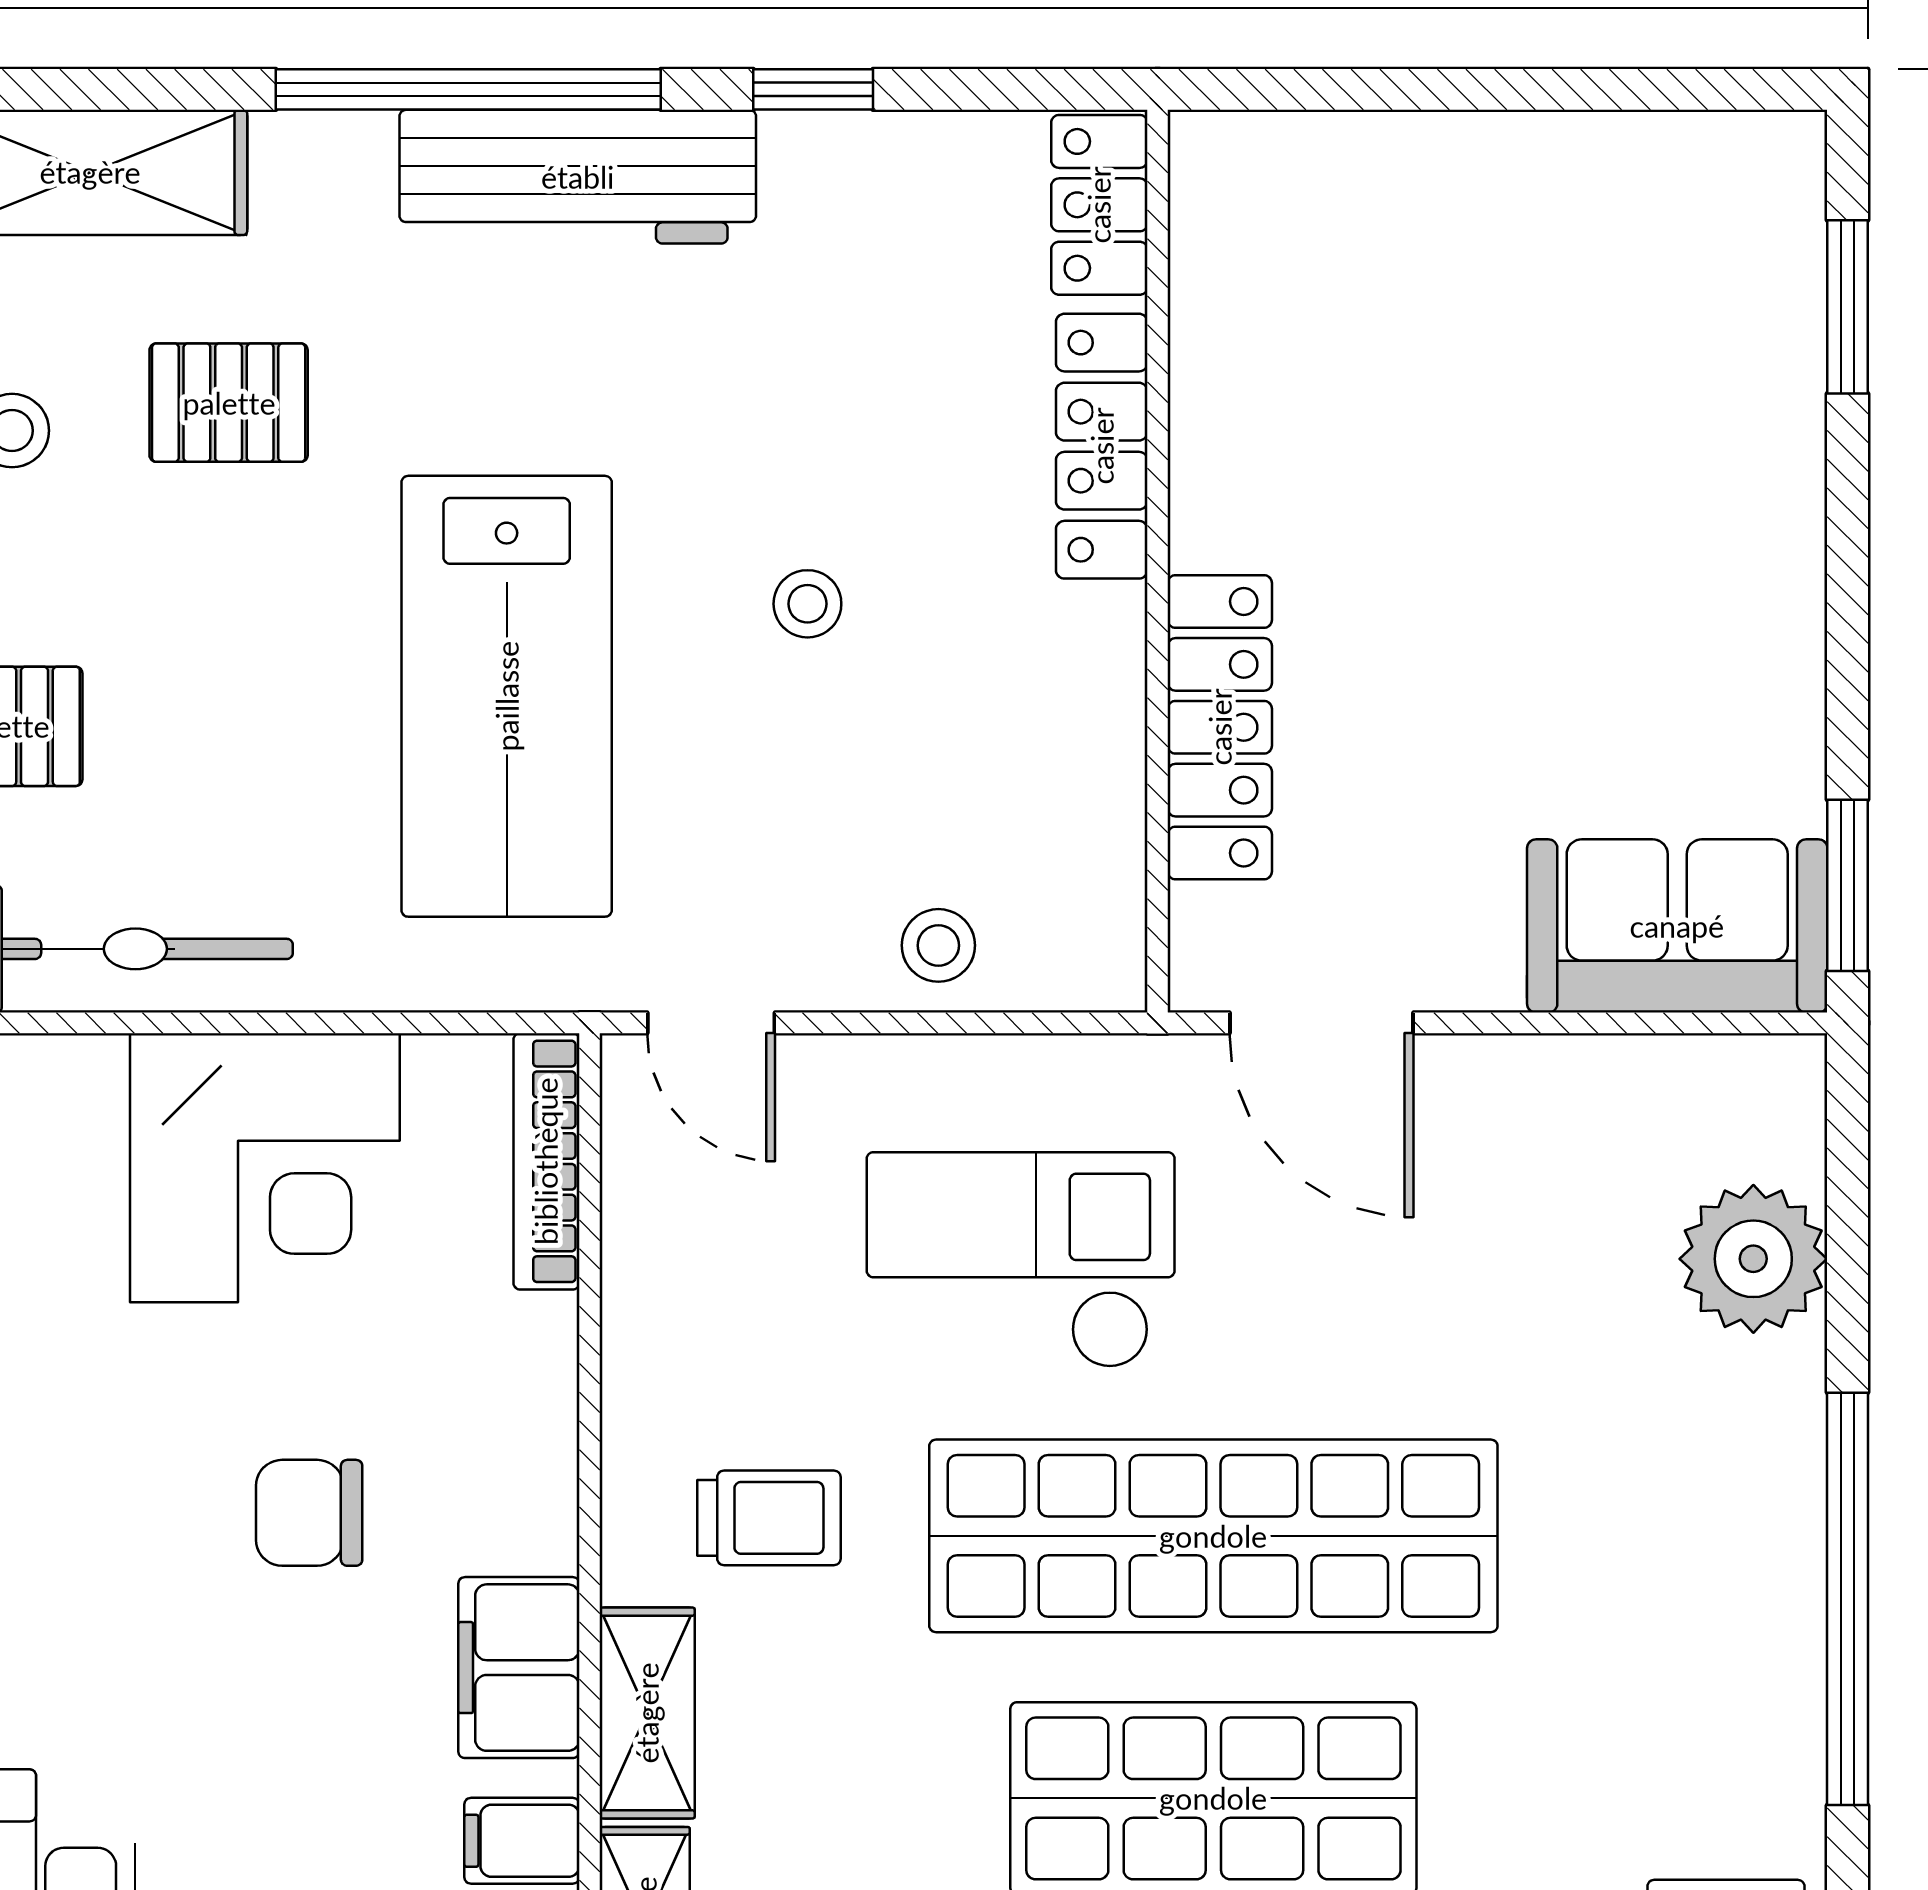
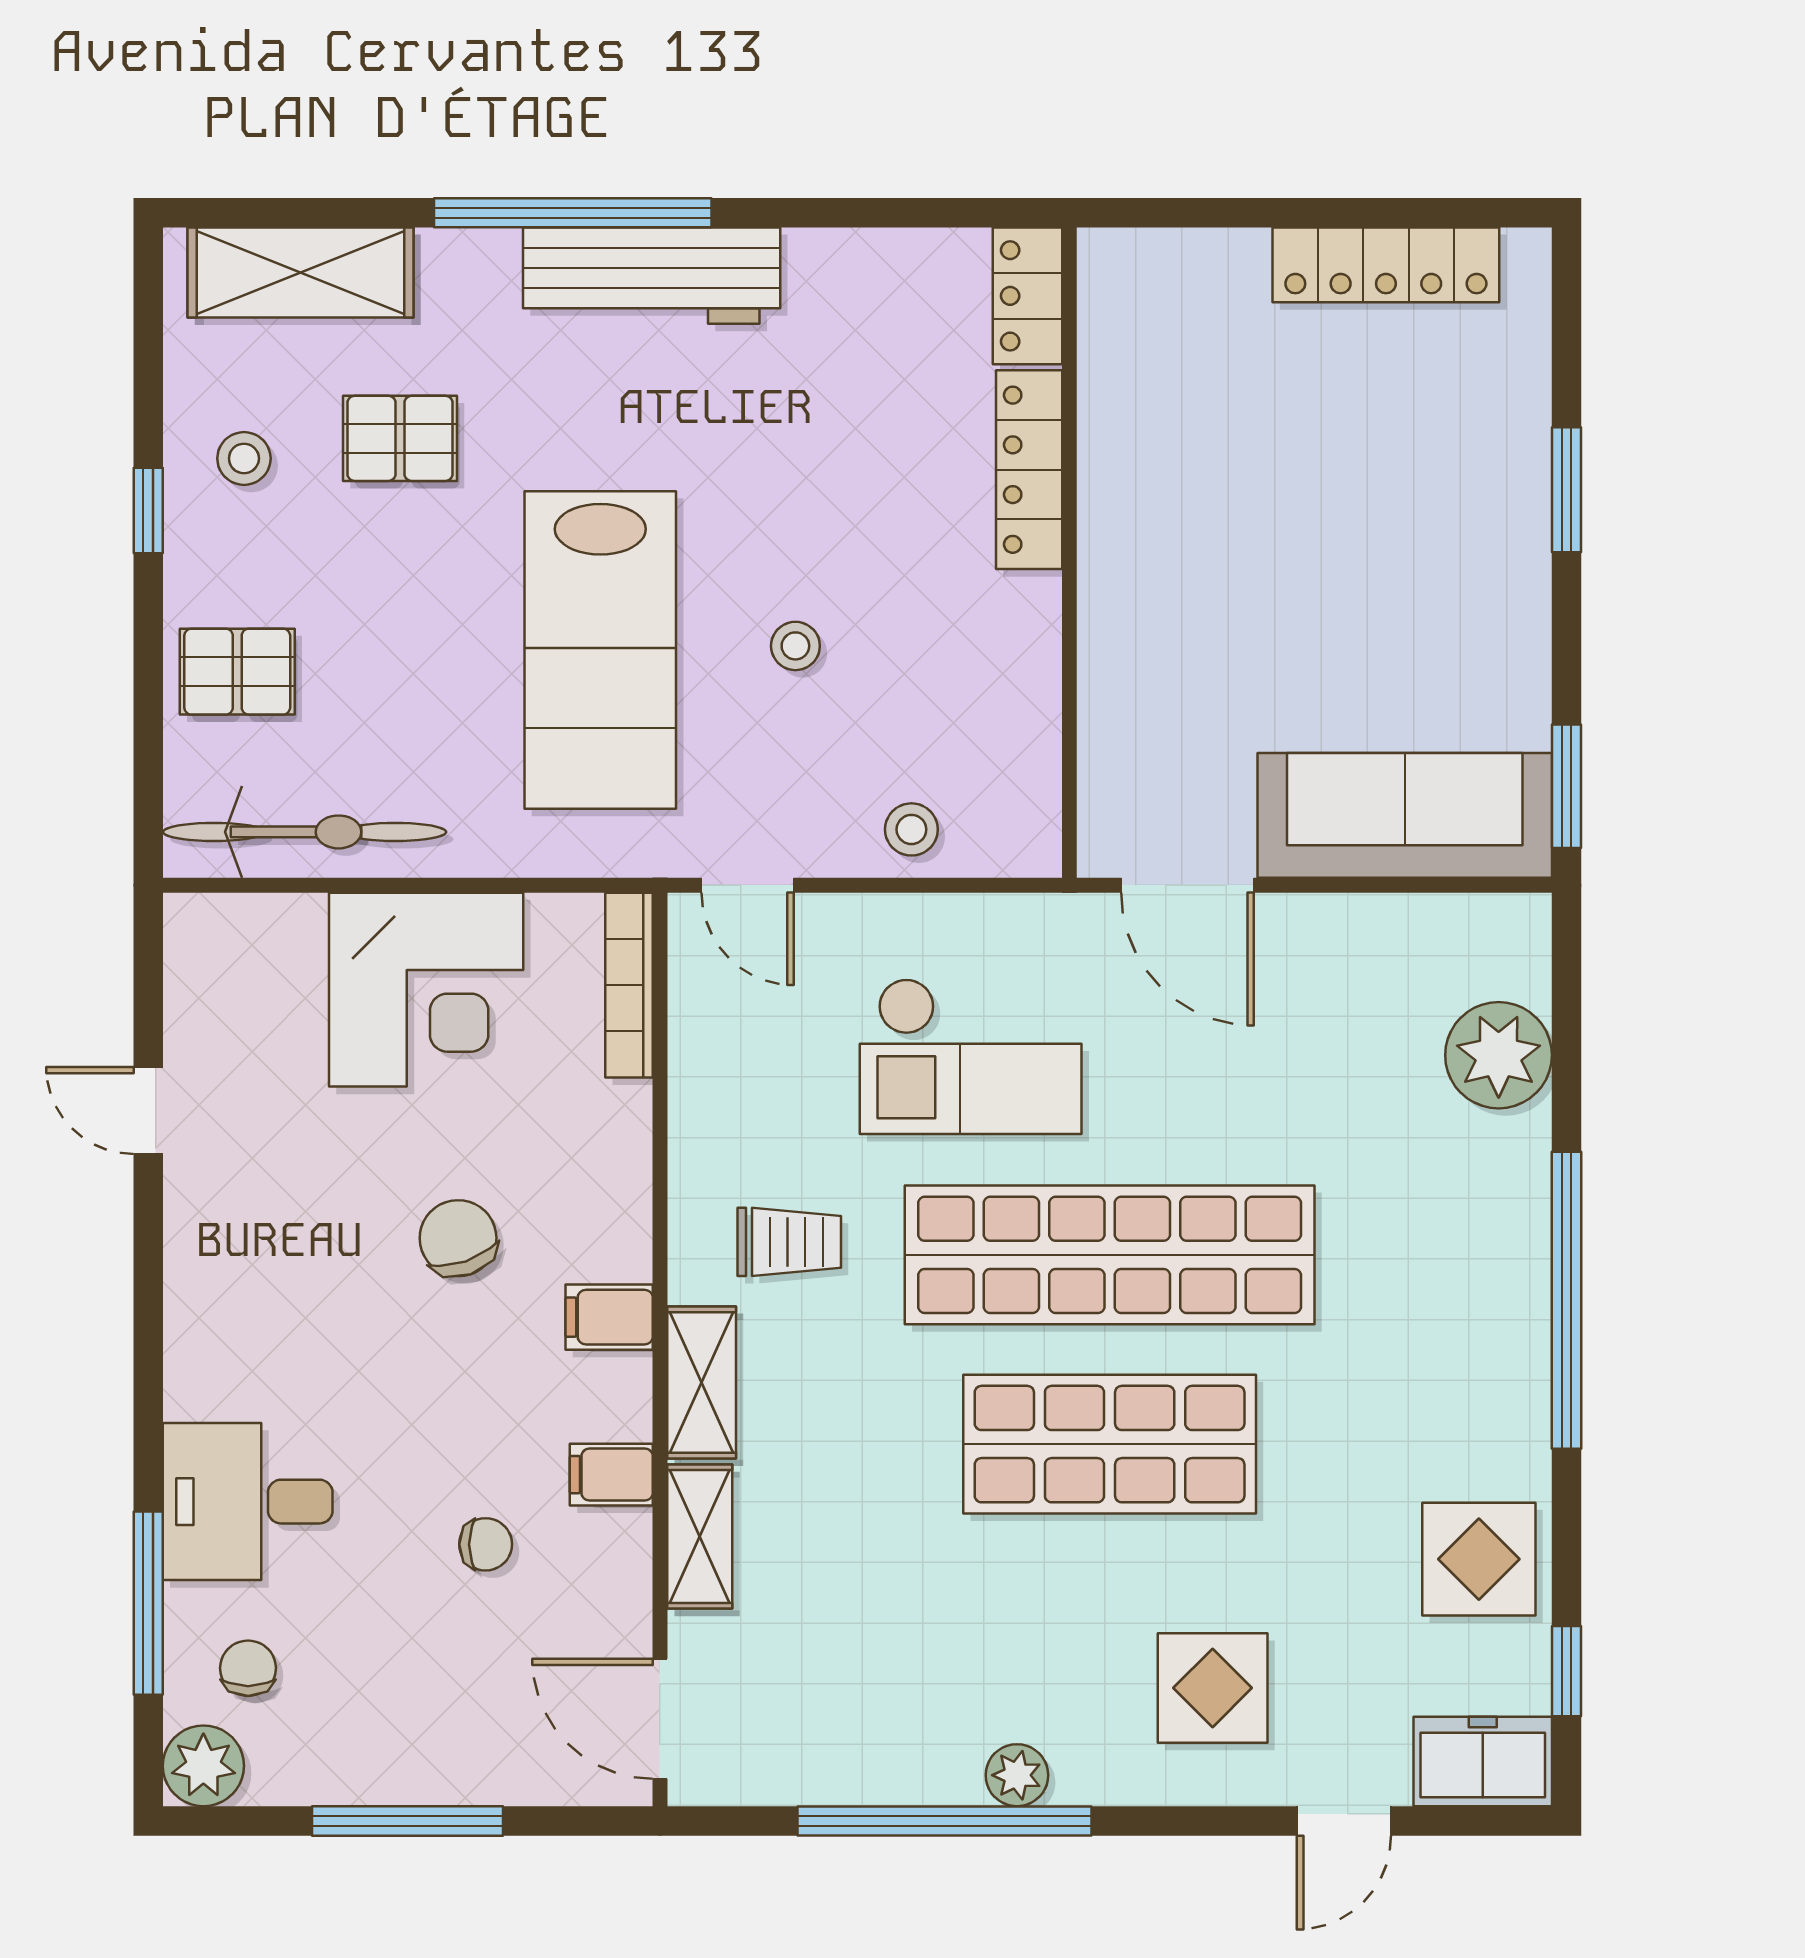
window: (813, 89) -> (821, 213), removed
window: (1848, 307) -> (1566, 490), moved
stool: (807, 604) -> (795, 646), moved
locker: (1220, 727) -> (1386, 265), moved, turned 90
sofa: (1677, 926) -> (1405, 815), width x1.36
checkout: (1021, 1260) -> (971, 1056), turned 180
chair: (309, 1513) -> (458, 1238), turned 71
filing cabinet: (519, 1668) -> (609, 1317), width x0.50

